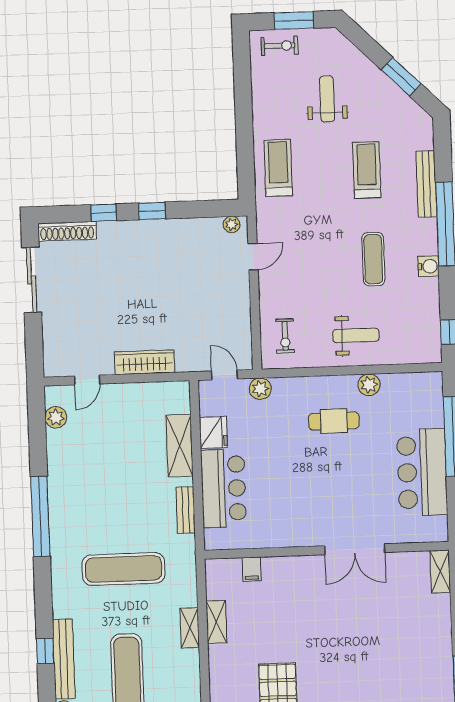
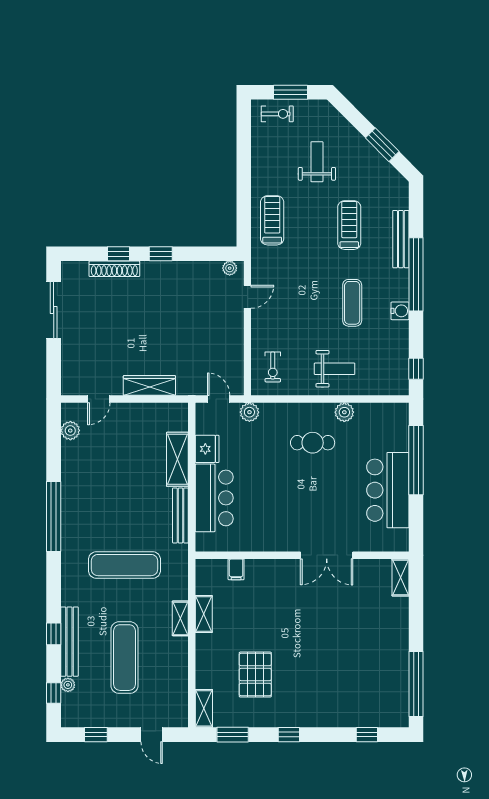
shoe rack: (67, 231) -> (114, 269), moved
bench: (186, 510) -> (180, 515), width x1.36

